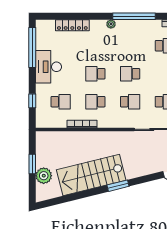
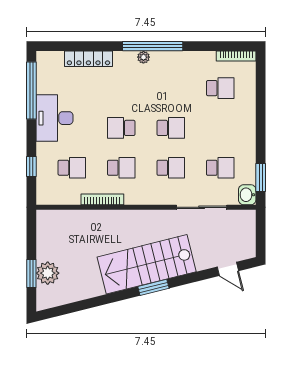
window: (134, 16) -> (153, 46), moved
school desk: (130, 74) -> (171, 128), turned 180
school desk: (95, 102) -> (121, 168), turned 180
window: (32, 164) -> (31, 273), moved
stairs: (91, 175) -> (147, 264), moved

